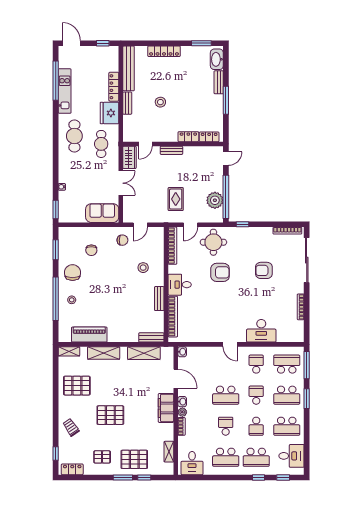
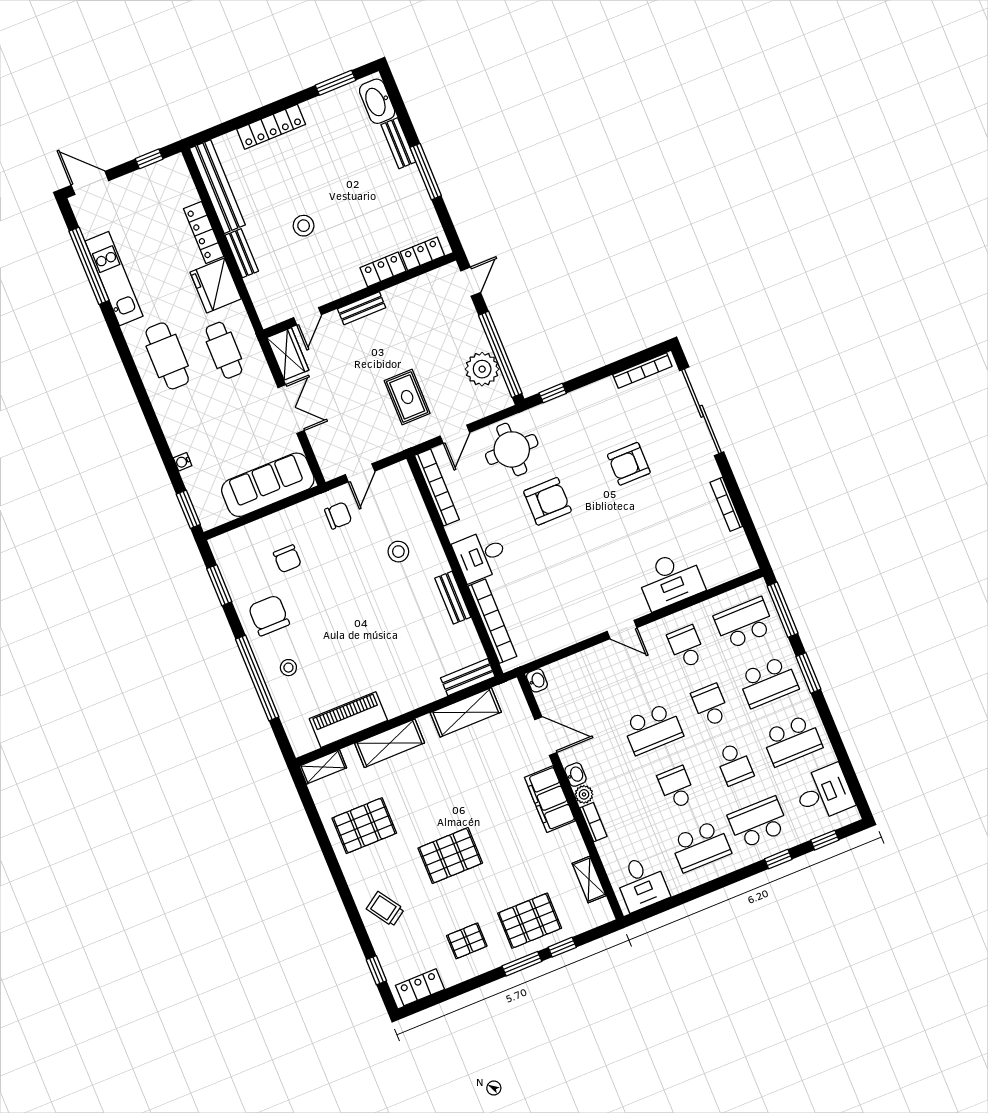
sofa: (102, 213) -> (268, 485), width x1.36
school desk: (256, 457) -> (758, 823), turned 180

